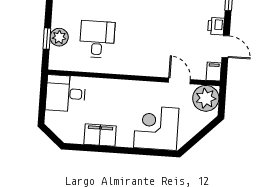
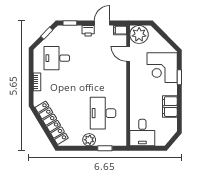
plant: (59, 37) -> (89, 140), moved
desk: (97, 39) -> (103, 113), width x1.37
door: (179, 81) -> (128, 54), hinge flipped
window: (141, 152) -> (179, 77), added

